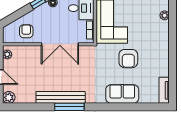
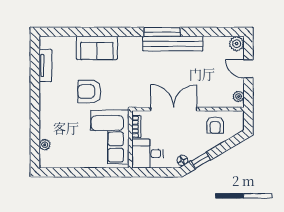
armchair: (128, 59) -> (89, 92), turned -90
tv unit: (164, 90) -> (45, 65), moved

